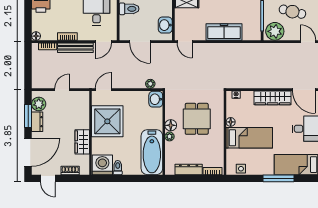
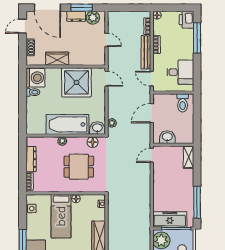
freezer: (224, 32) -> (170, 219), moved, turned -90
floor lamp: (171, 125) -> (93, 142), moved
bathtub: (152, 152) -> (68, 124), moved

